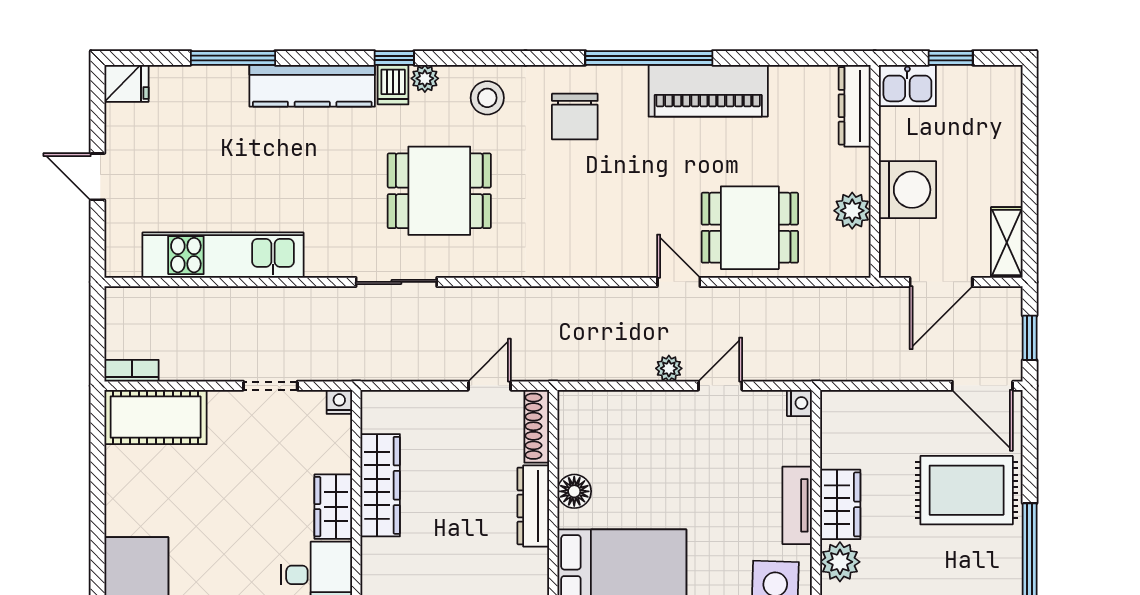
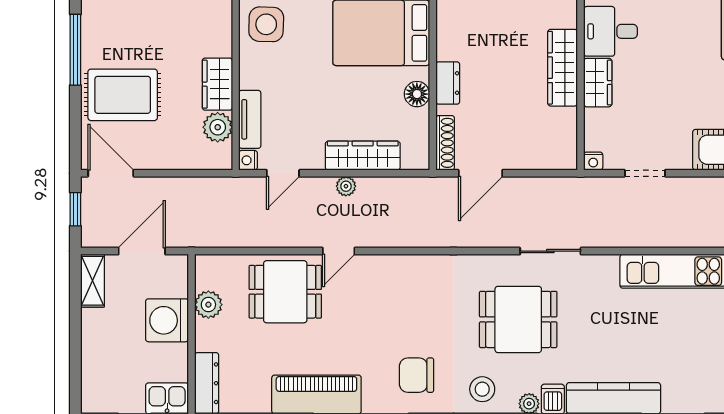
chair: (575, 117) -> (417, 375), turned -90
door: (679, 282) -> (339, 251), hinge flipped
door: (490, 386) -> (480, 173), width x1.38
door: (720, 386) -> (283, 173), moved
wardrobe: (647, 409) -> (363, 156), added
wardrobe: (380, 485) -> (563, 68), moved
tv unit: (797, 505) -> (250, 119), moved
dresser: (533, 506) -> (448, 83), width x0.70
plant: (840, 562) -> (218, 127), moved

